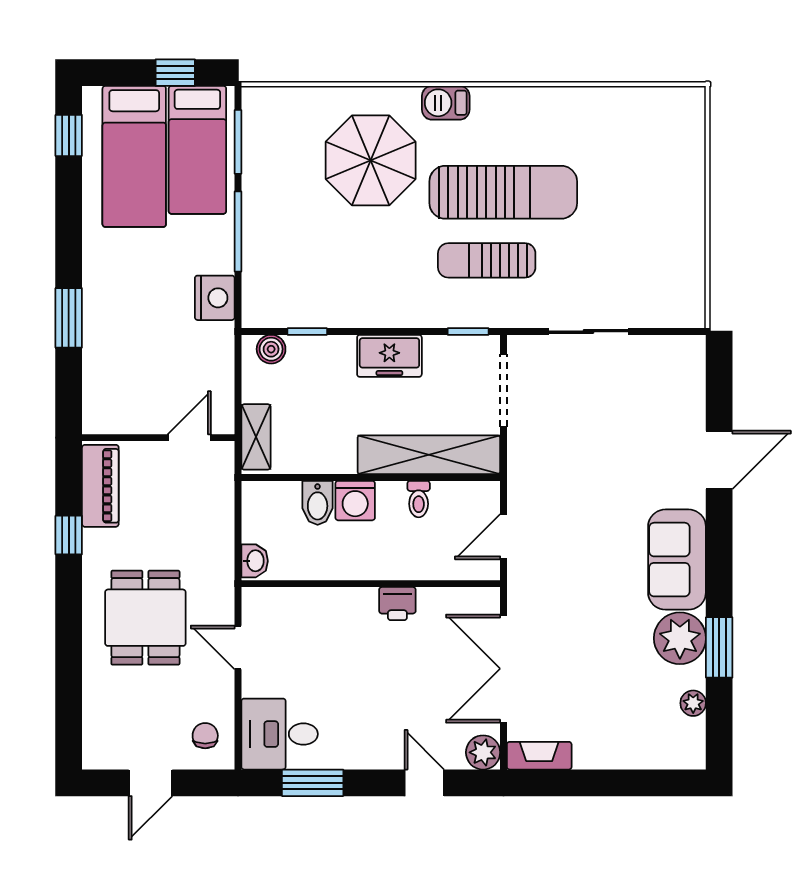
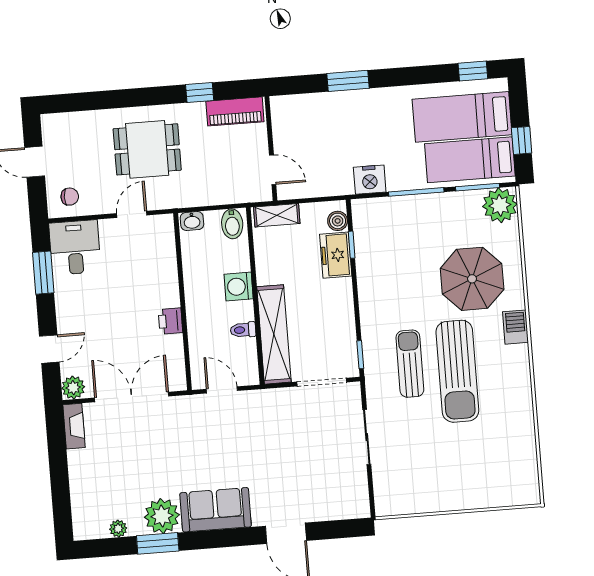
plant: (267, 112) -> (500, 205), added
freezer: (389, 356) -> (336, 255), moved
bidet: (318, 503) -> (232, 224), moved, turned -90

